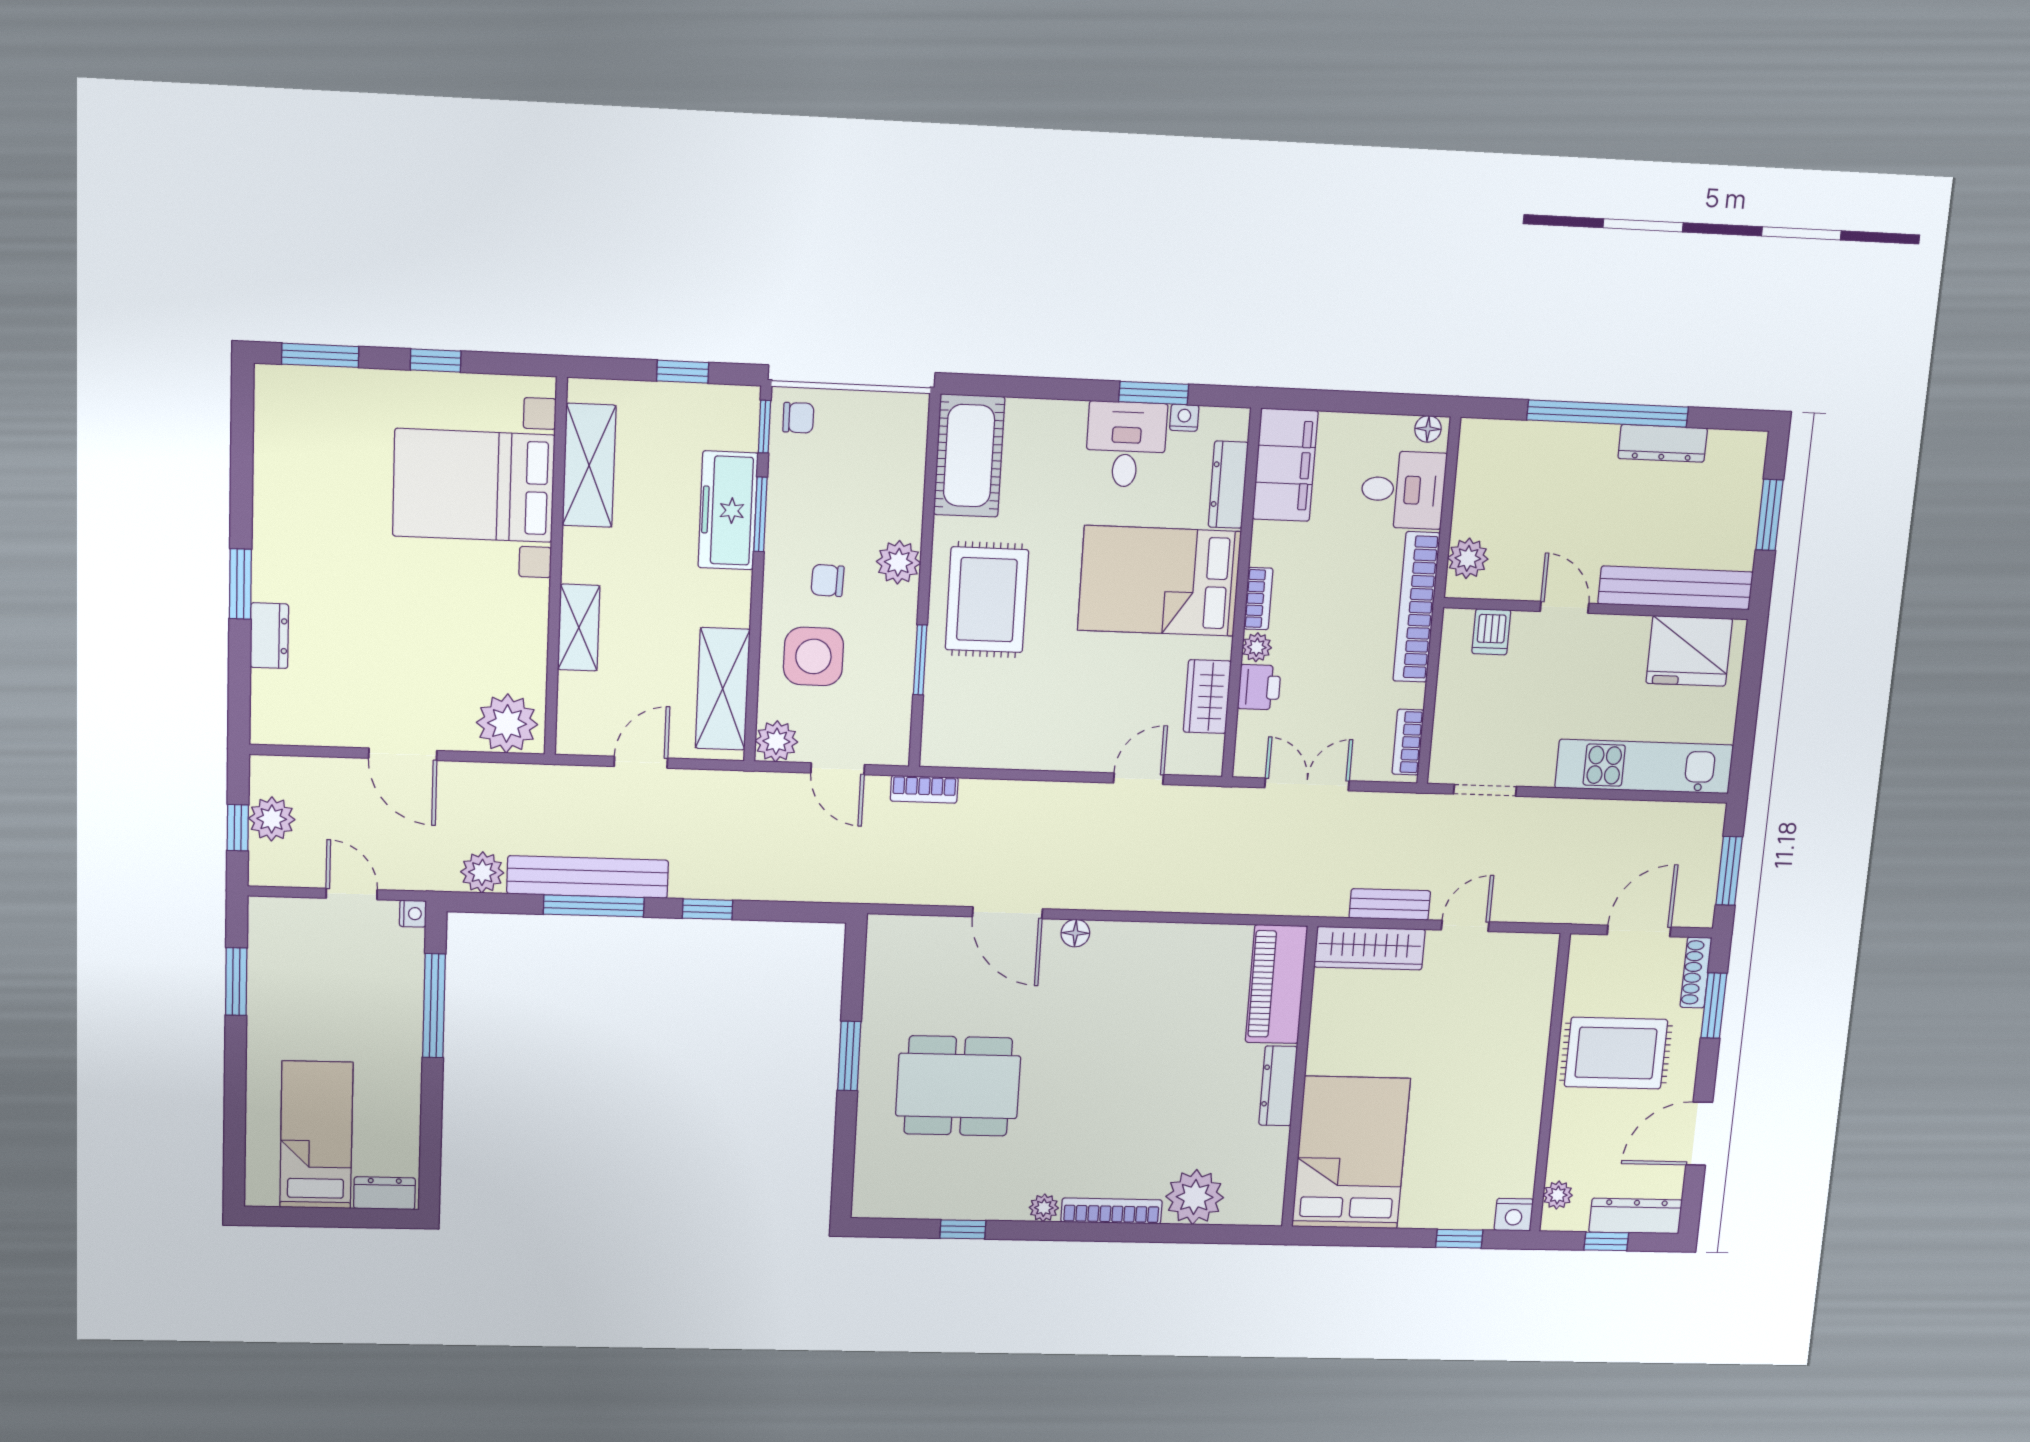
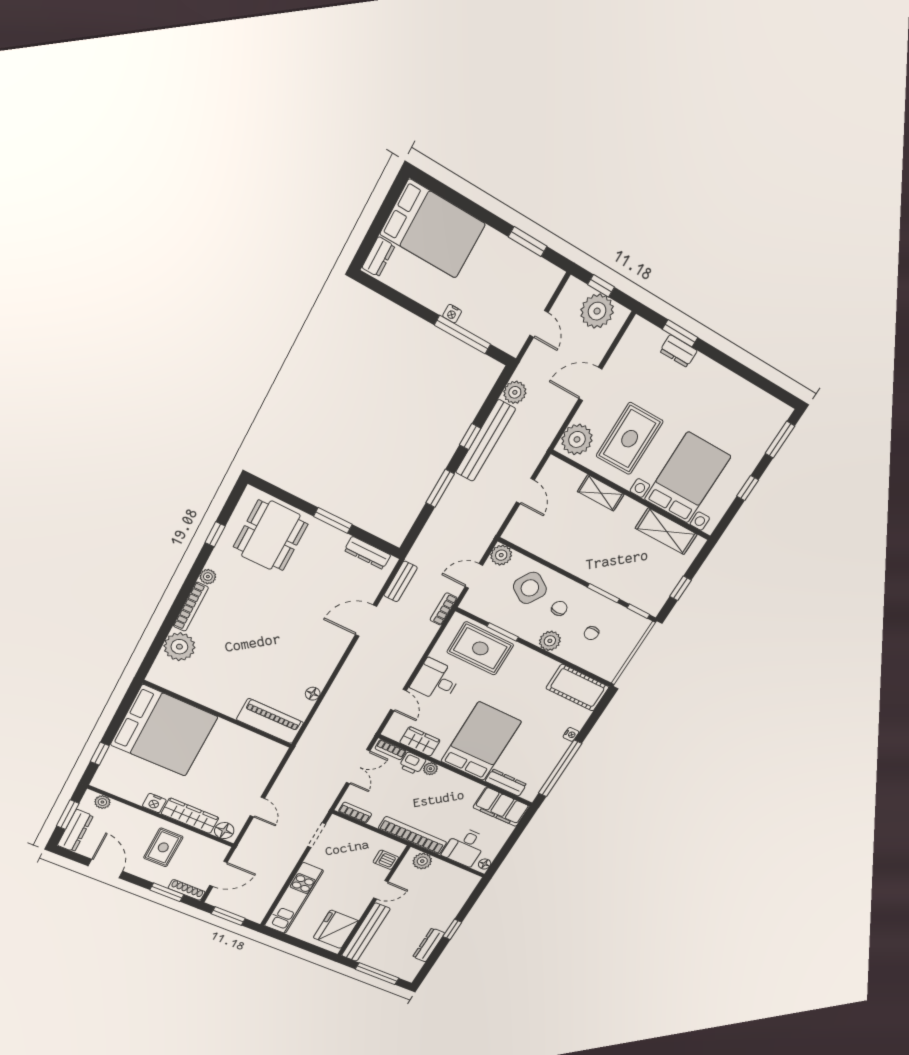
window: (1154, 393) -> (560, 768), width x2.11
window: (1608, 414) -> (452, 929), width x0.32
chair: (798, 418) -> (591, 633), moved
nightstand: (1184, 418) -> (571, 734), moved
desk: (1126, 444) -> (436, 680), moved, turned 180
freezer: (728, 510) -> (613, 581), removed
window: (1769, 515) -> (377, 974), width x1.44
window: (240, 584) -> (680, 333), moved
bookcase: (1258, 599) -> (391, 750), moved
rug: (987, 600) -> (480, 648), moved
rug: (459, 632) -> (630, 439), added
side table: (813, 656) -> (530, 588), turned 33
shelving: (723, 689) -> (538, 543), removed
plant: (272, 819) -> (597, 311), width x1.36, depth x1.36
door: (352, 894) -> (539, 324), hinge flipped
bench: (1390, 904) -> (401, 581), moved
window: (594, 906) -> (470, 437), width x0.46
window: (707, 909) -> (440, 488), width x1.50
nightstand: (413, 914) -> (452, 314), moved
door: (1639, 931) -> (218, 874), hinge flipped
floor lamp: (1075, 933) -> (313, 694), moved
wardrobe: (1370, 948) -> (190, 816), moved, turned 90
floor lamp: (1539, 962) -> (224, 831), added
rug: (1616, 1053) -> (163, 847), width x0.73, depth x0.70
dining table: (958, 1086) -> (271, 535), moved
dresser: (1278, 1086) -> (368, 553), moved, turned 180
bed: (316, 1135) -> (433, 229), width x1.50
bed: (1351, 1153) -> (164, 731), width x1.36
nightstand: (1514, 1215) -> (154, 803), moved, turned -90
window: (1606, 1241) -> (68, 815), width x1.50

